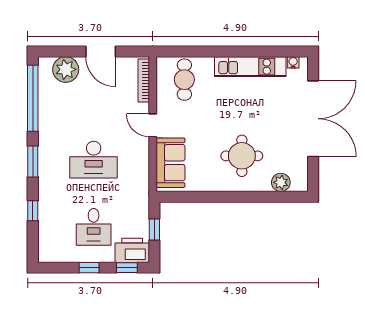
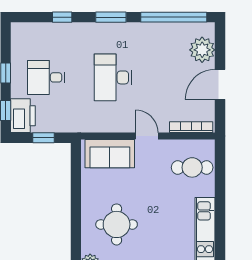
door: (153, 125) -> (147, 136), hinge flipped

